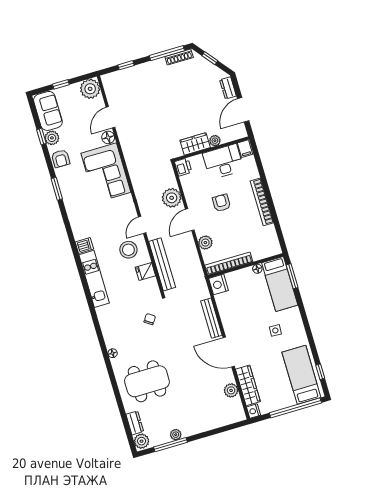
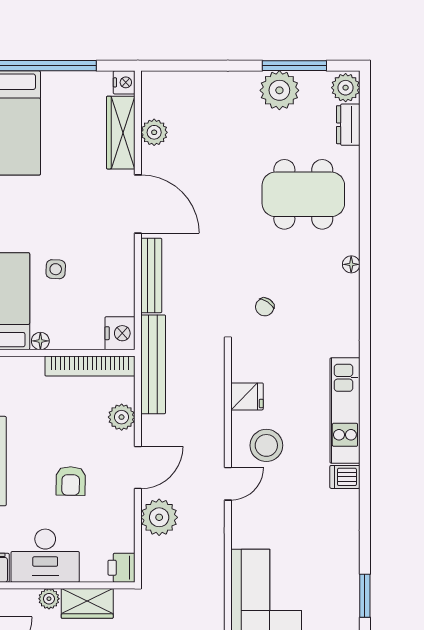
bench: (162, 264) -> (153, 364), moved
side table: (275, 330) -> (56, 269), moved
plant: (176, 435) -> (279, 90), width x1.87, depth x1.87

